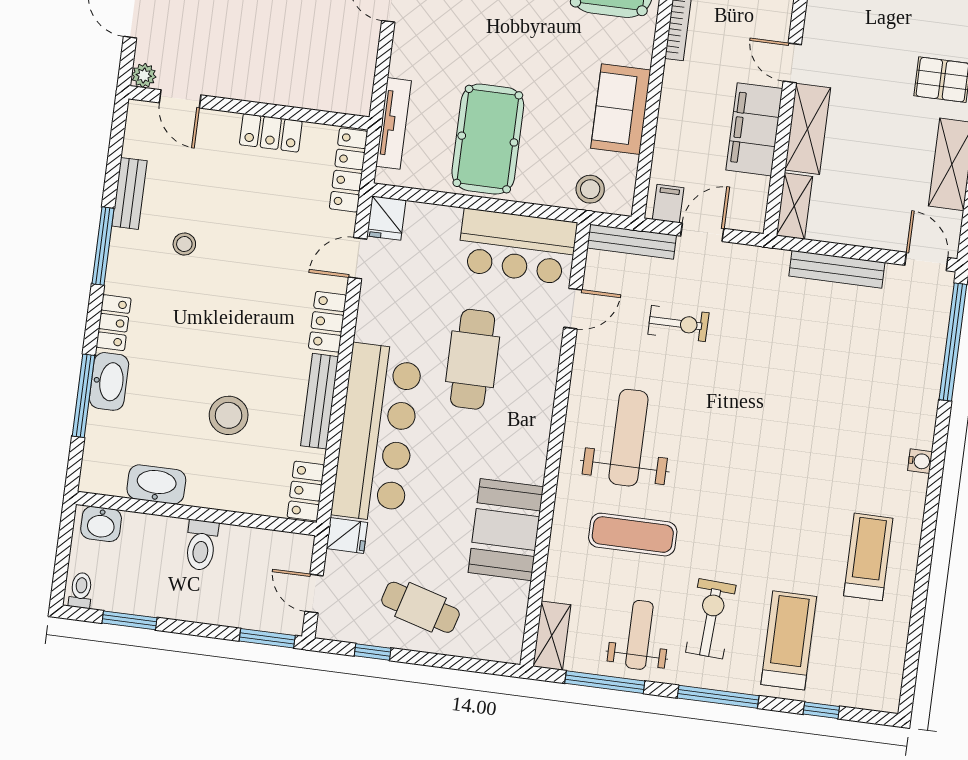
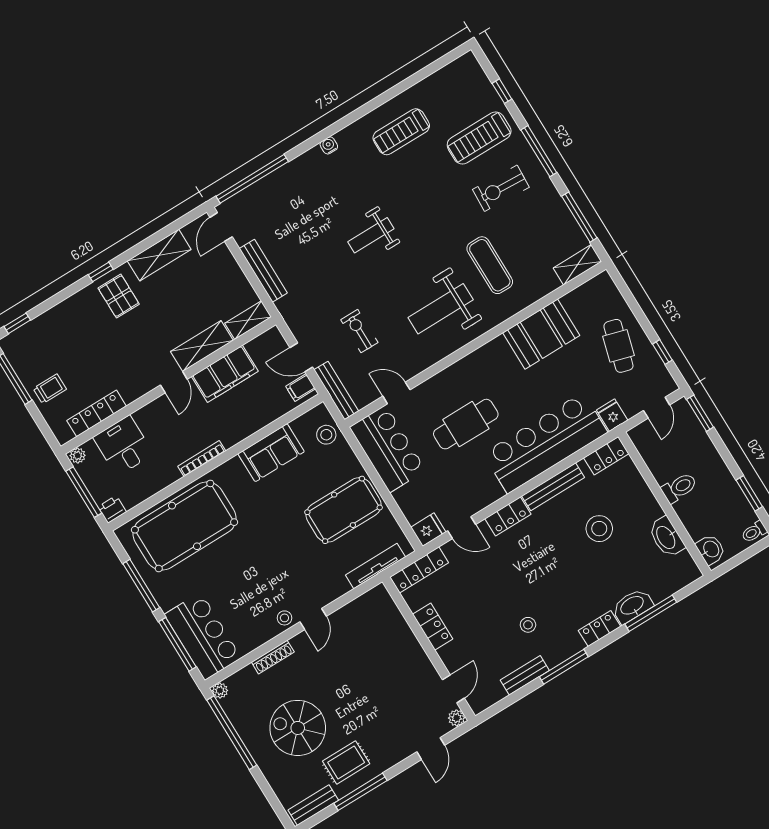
weight bench: (639, 635) -> (371, 235), moved

